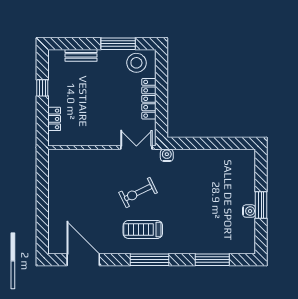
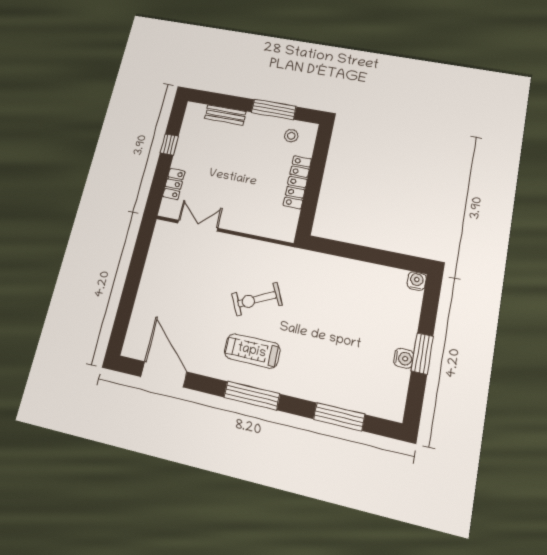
stool: (136, 63) -> (291, 136), width x0.53, depth x0.53
double door: (136, 147) -> (198, 226), moved
water cooler: (167, 155) -> (417, 281), moved

